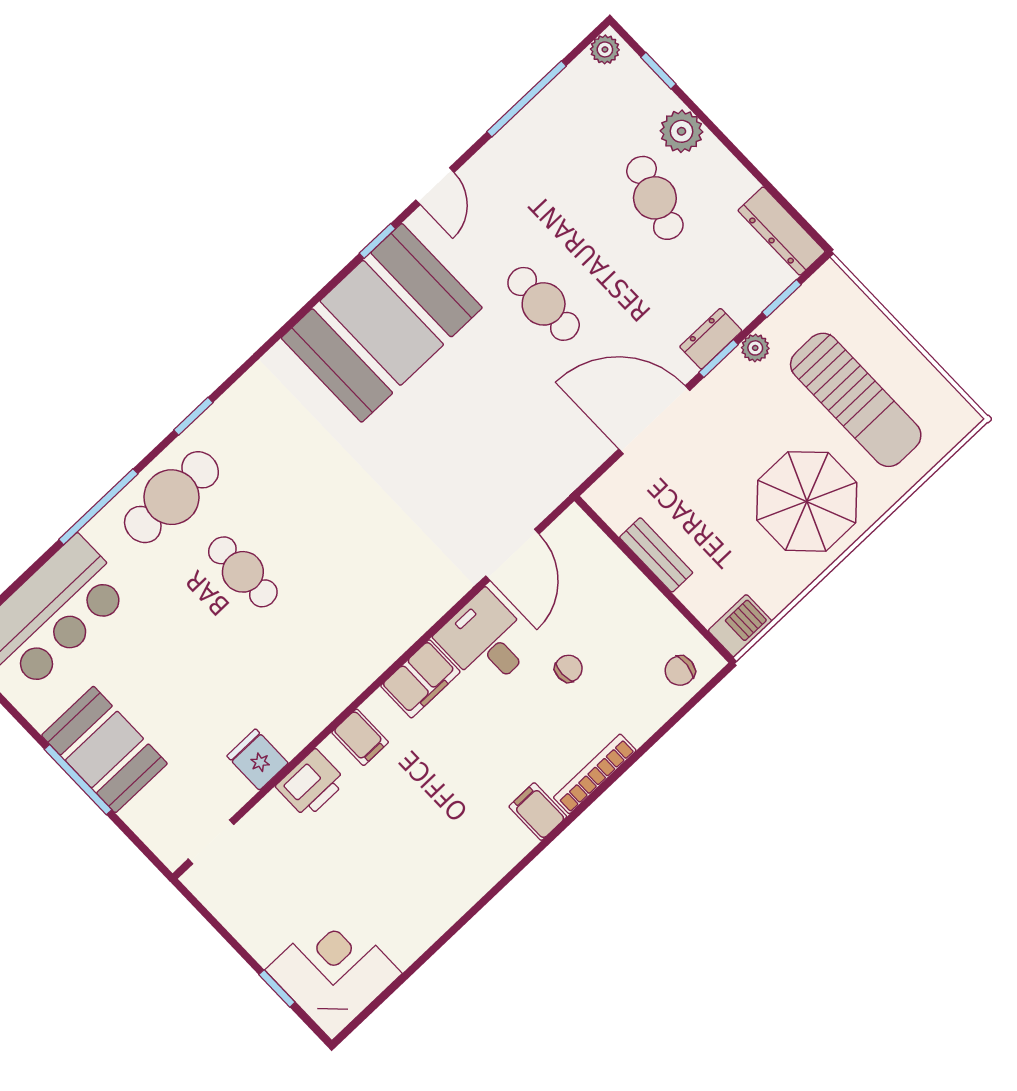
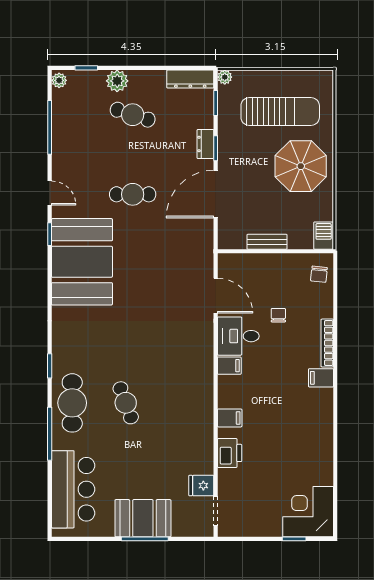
plant: (755, 348) -> (225, 77), moved
cafe table: (243, 572) -> (126, 403), turned 70
filing cabinet: (420, 679) -> (229, 366), width x0.50
fridge: (257, 759) -> (201, 486), moved

